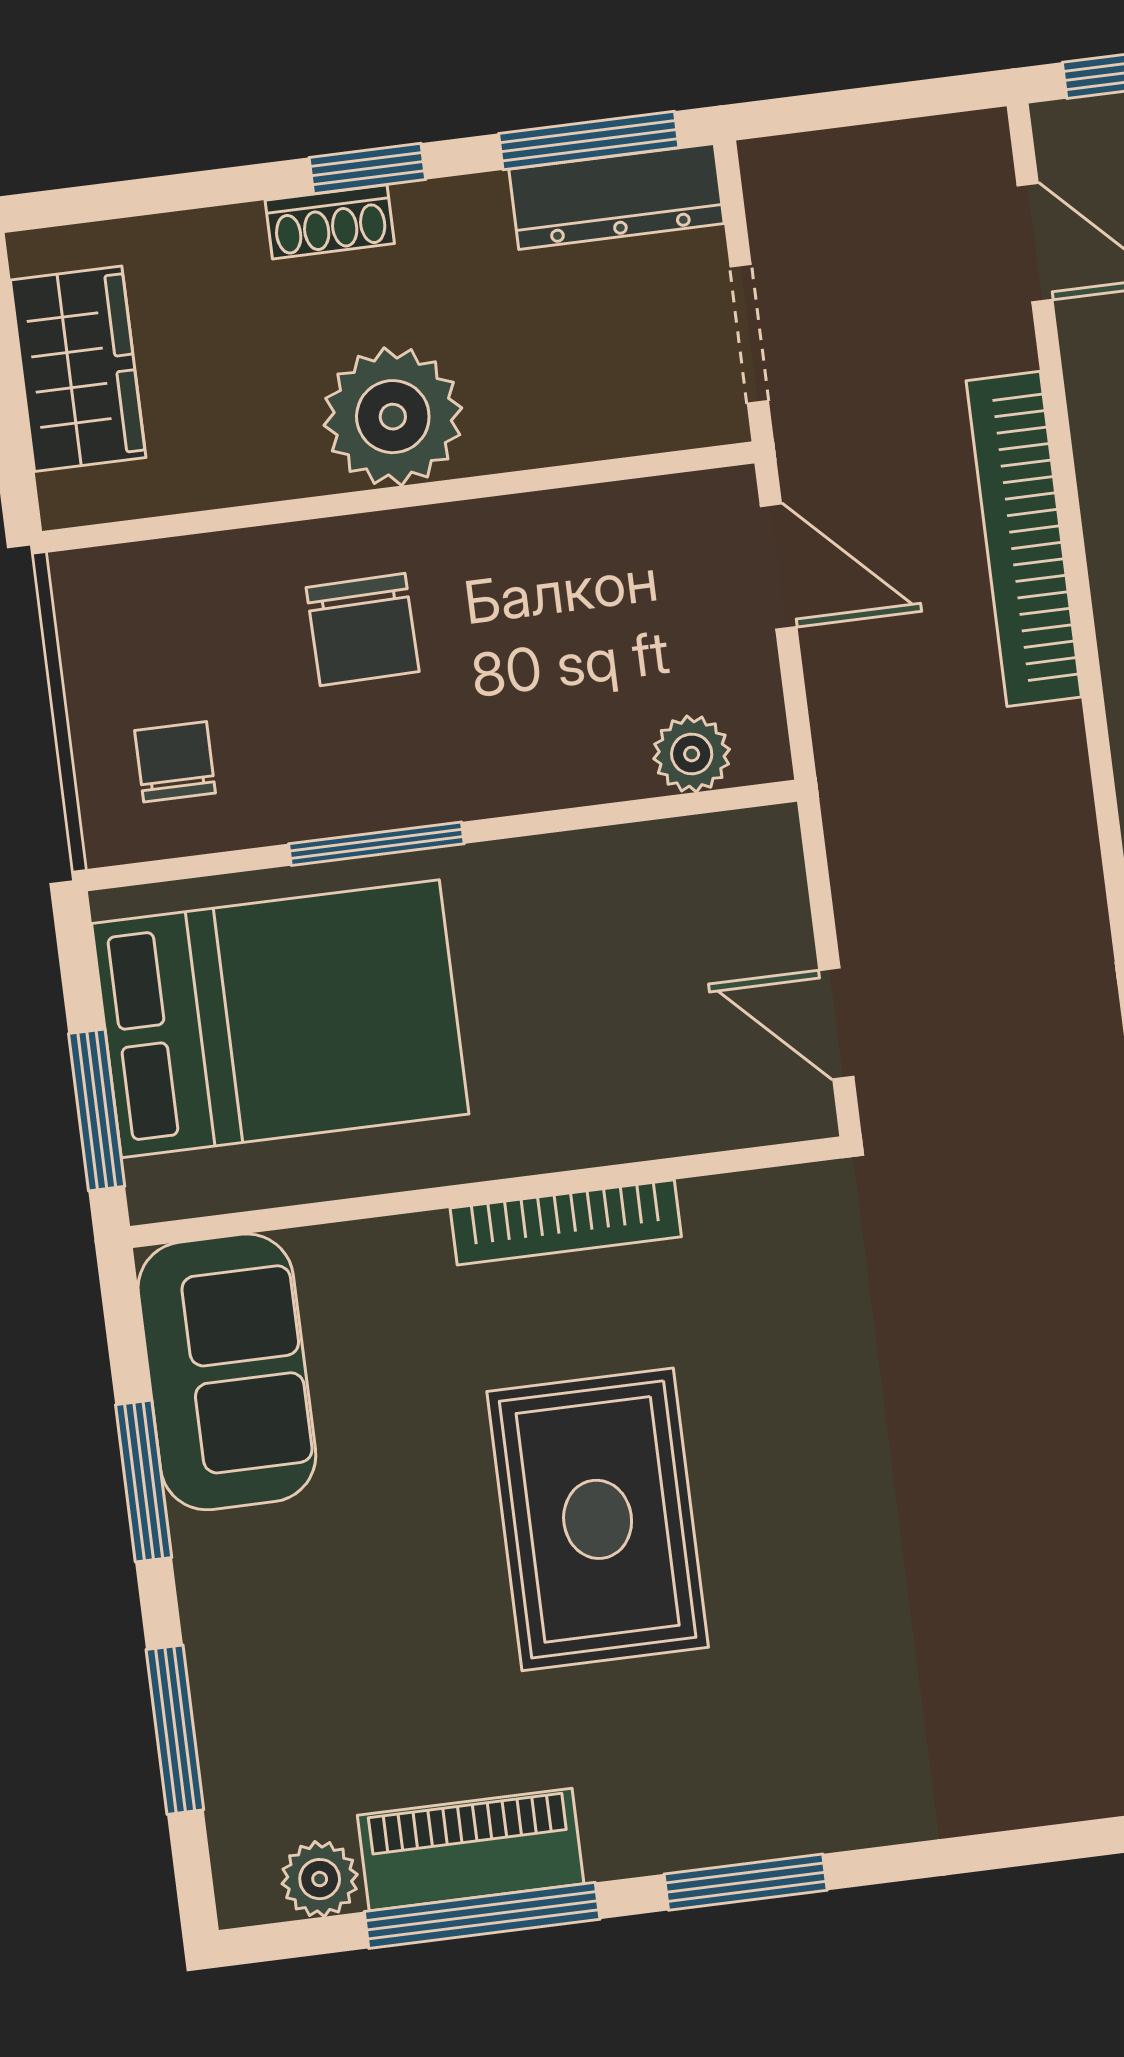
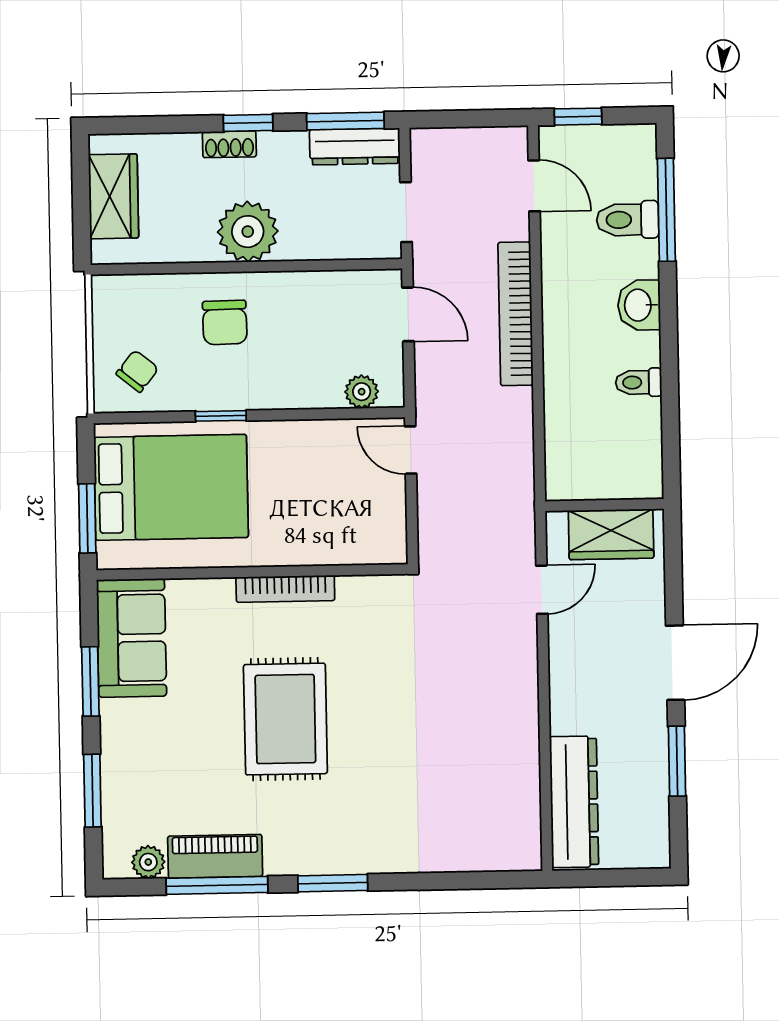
chair: (175, 762) -> (137, 371), turned 39
window: (376, 844) -> (221, 416), width x0.67
door: (836, 1024) -> (411, 450), moved

